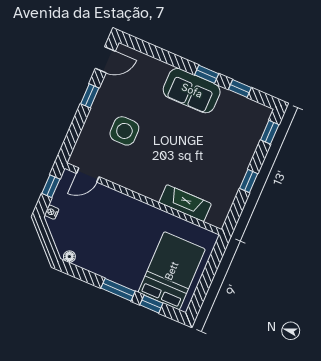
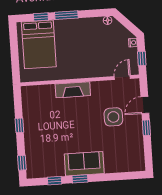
door: (105, 60) -> (145, 105), moved
fireplace: (185, 203) -> (73, 90), moved

